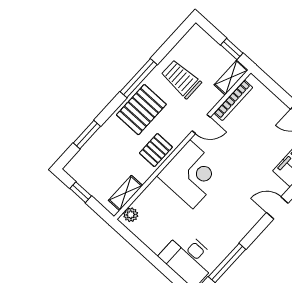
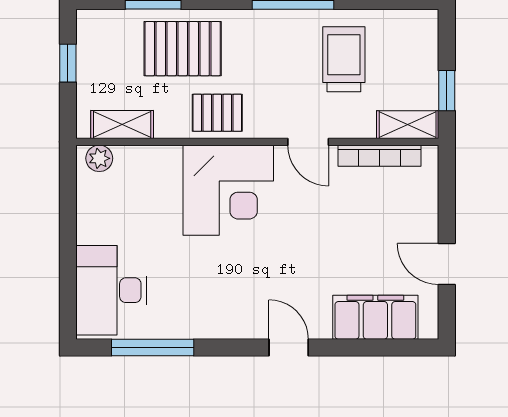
pallet: (141, 110) -> (183, 49), moved

